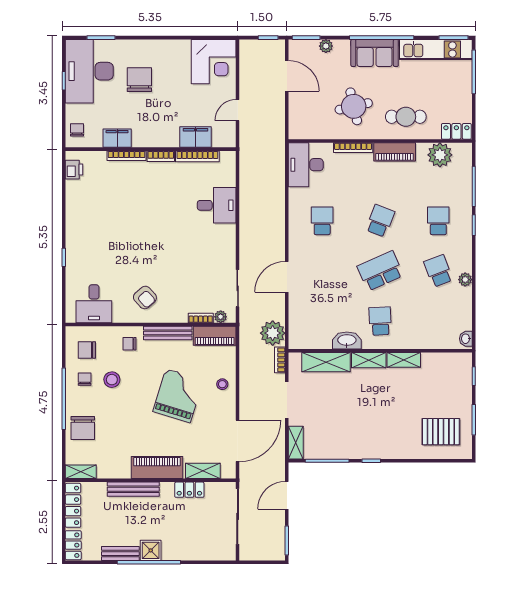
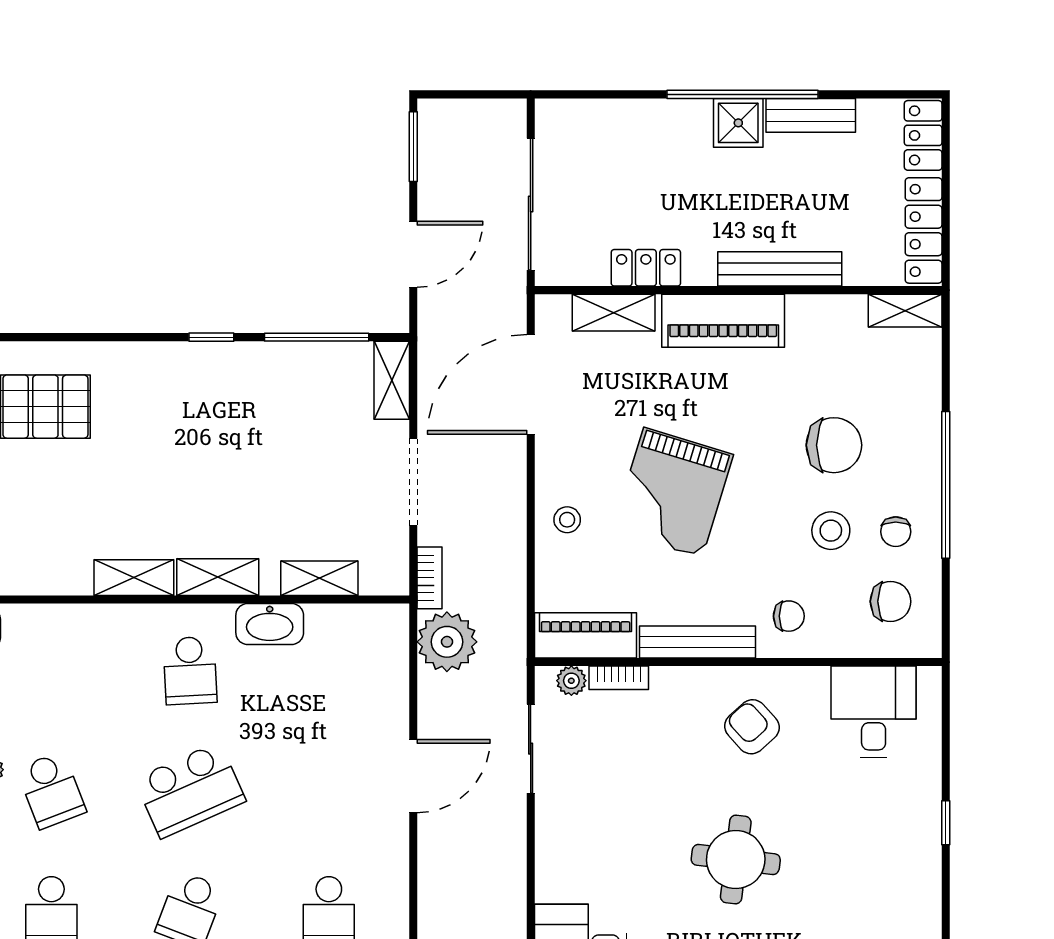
round table: (152, 242) -> (736, 859), added
shelving: (326, 362) -> (319, 578), width x0.67, depth x0.75
chair: (83, 428) -> (834, 445), moved, turned 90

